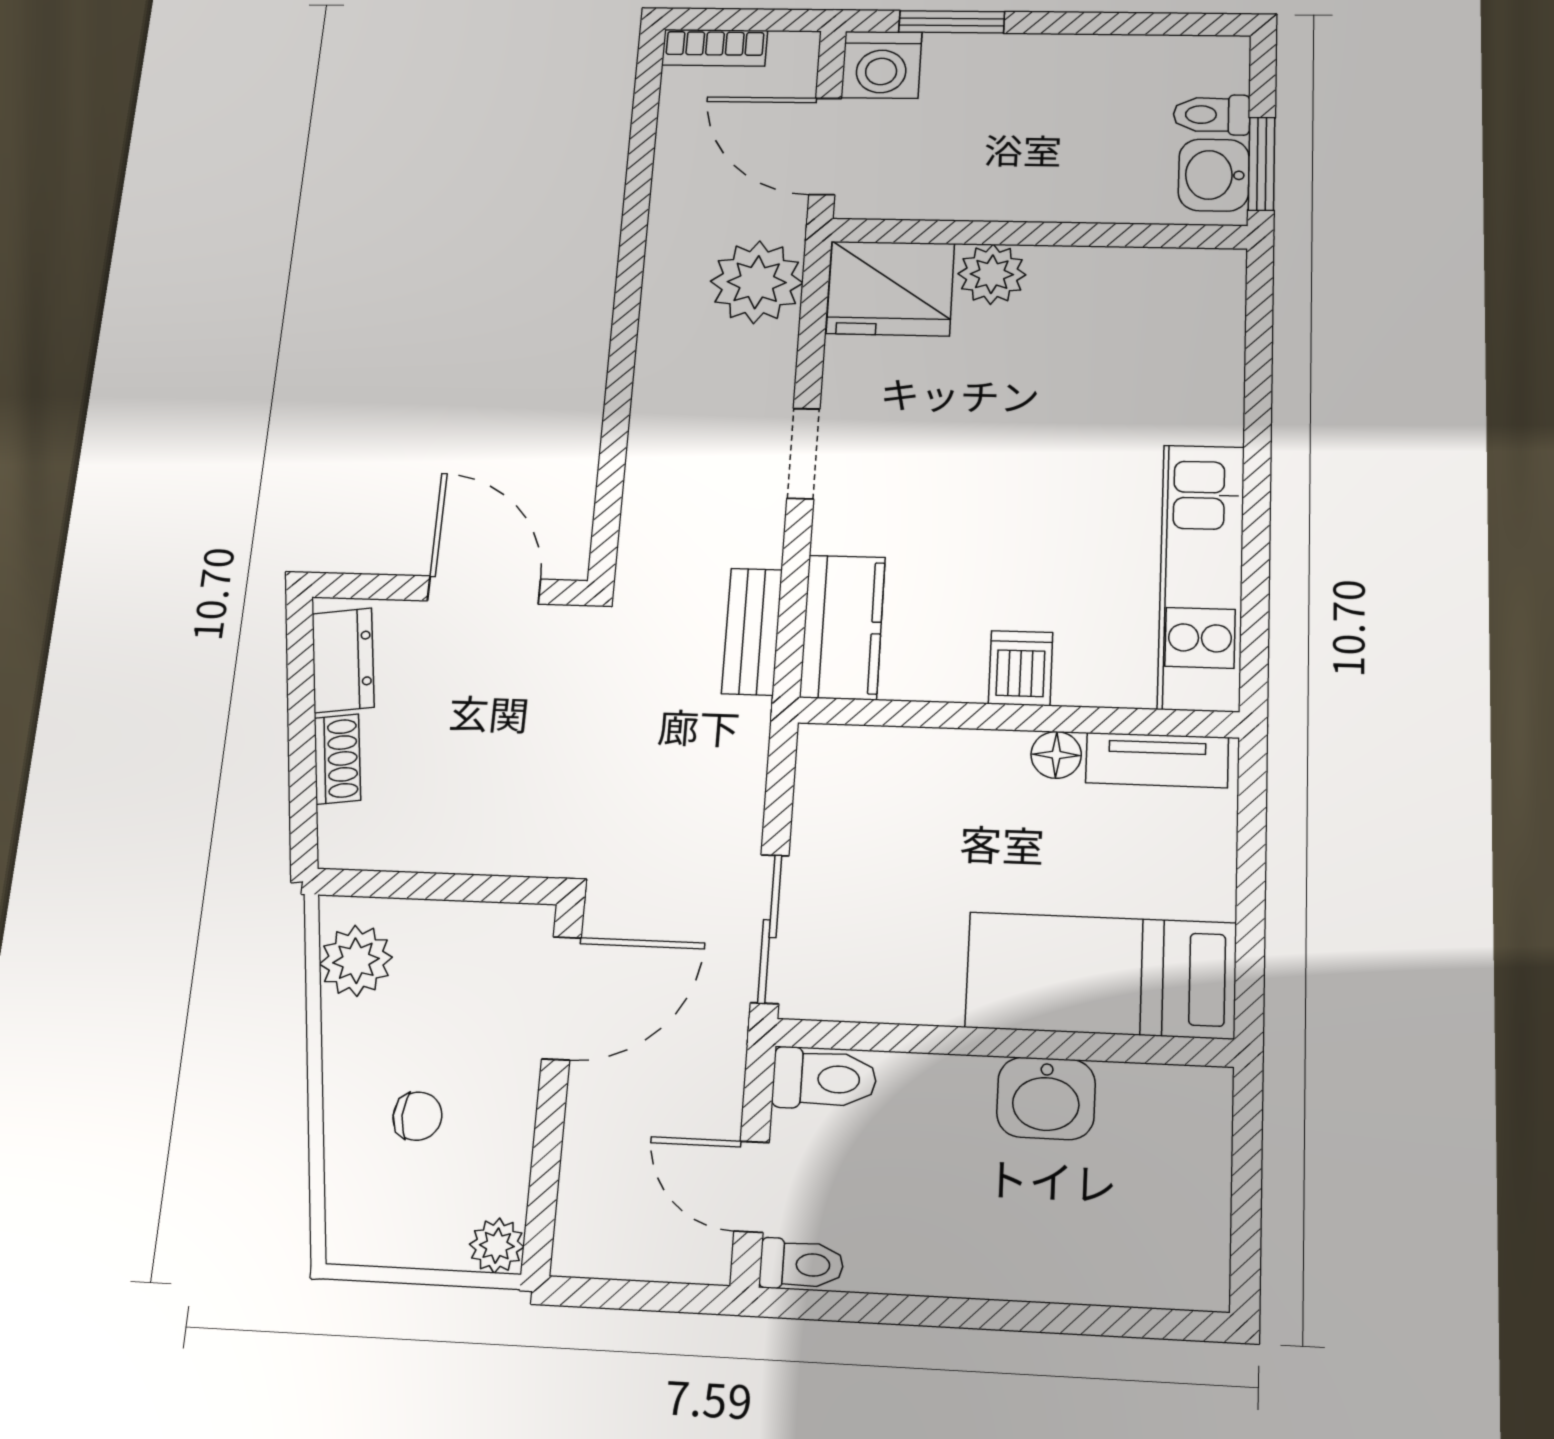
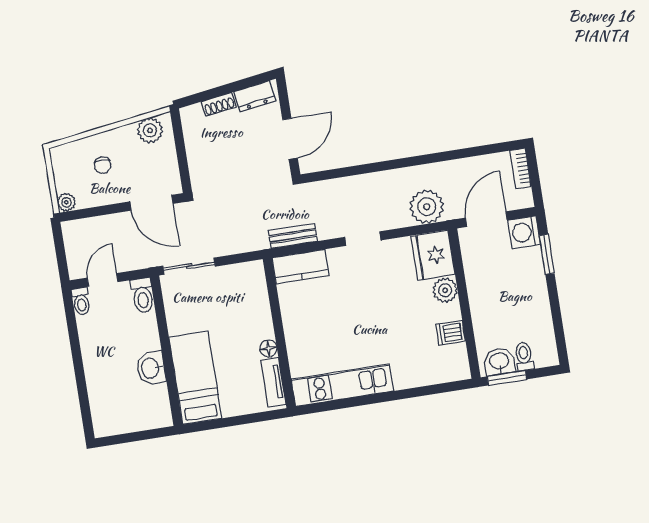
dishwasher: (1021, 668) -> (451, 333), moved, turned 180

